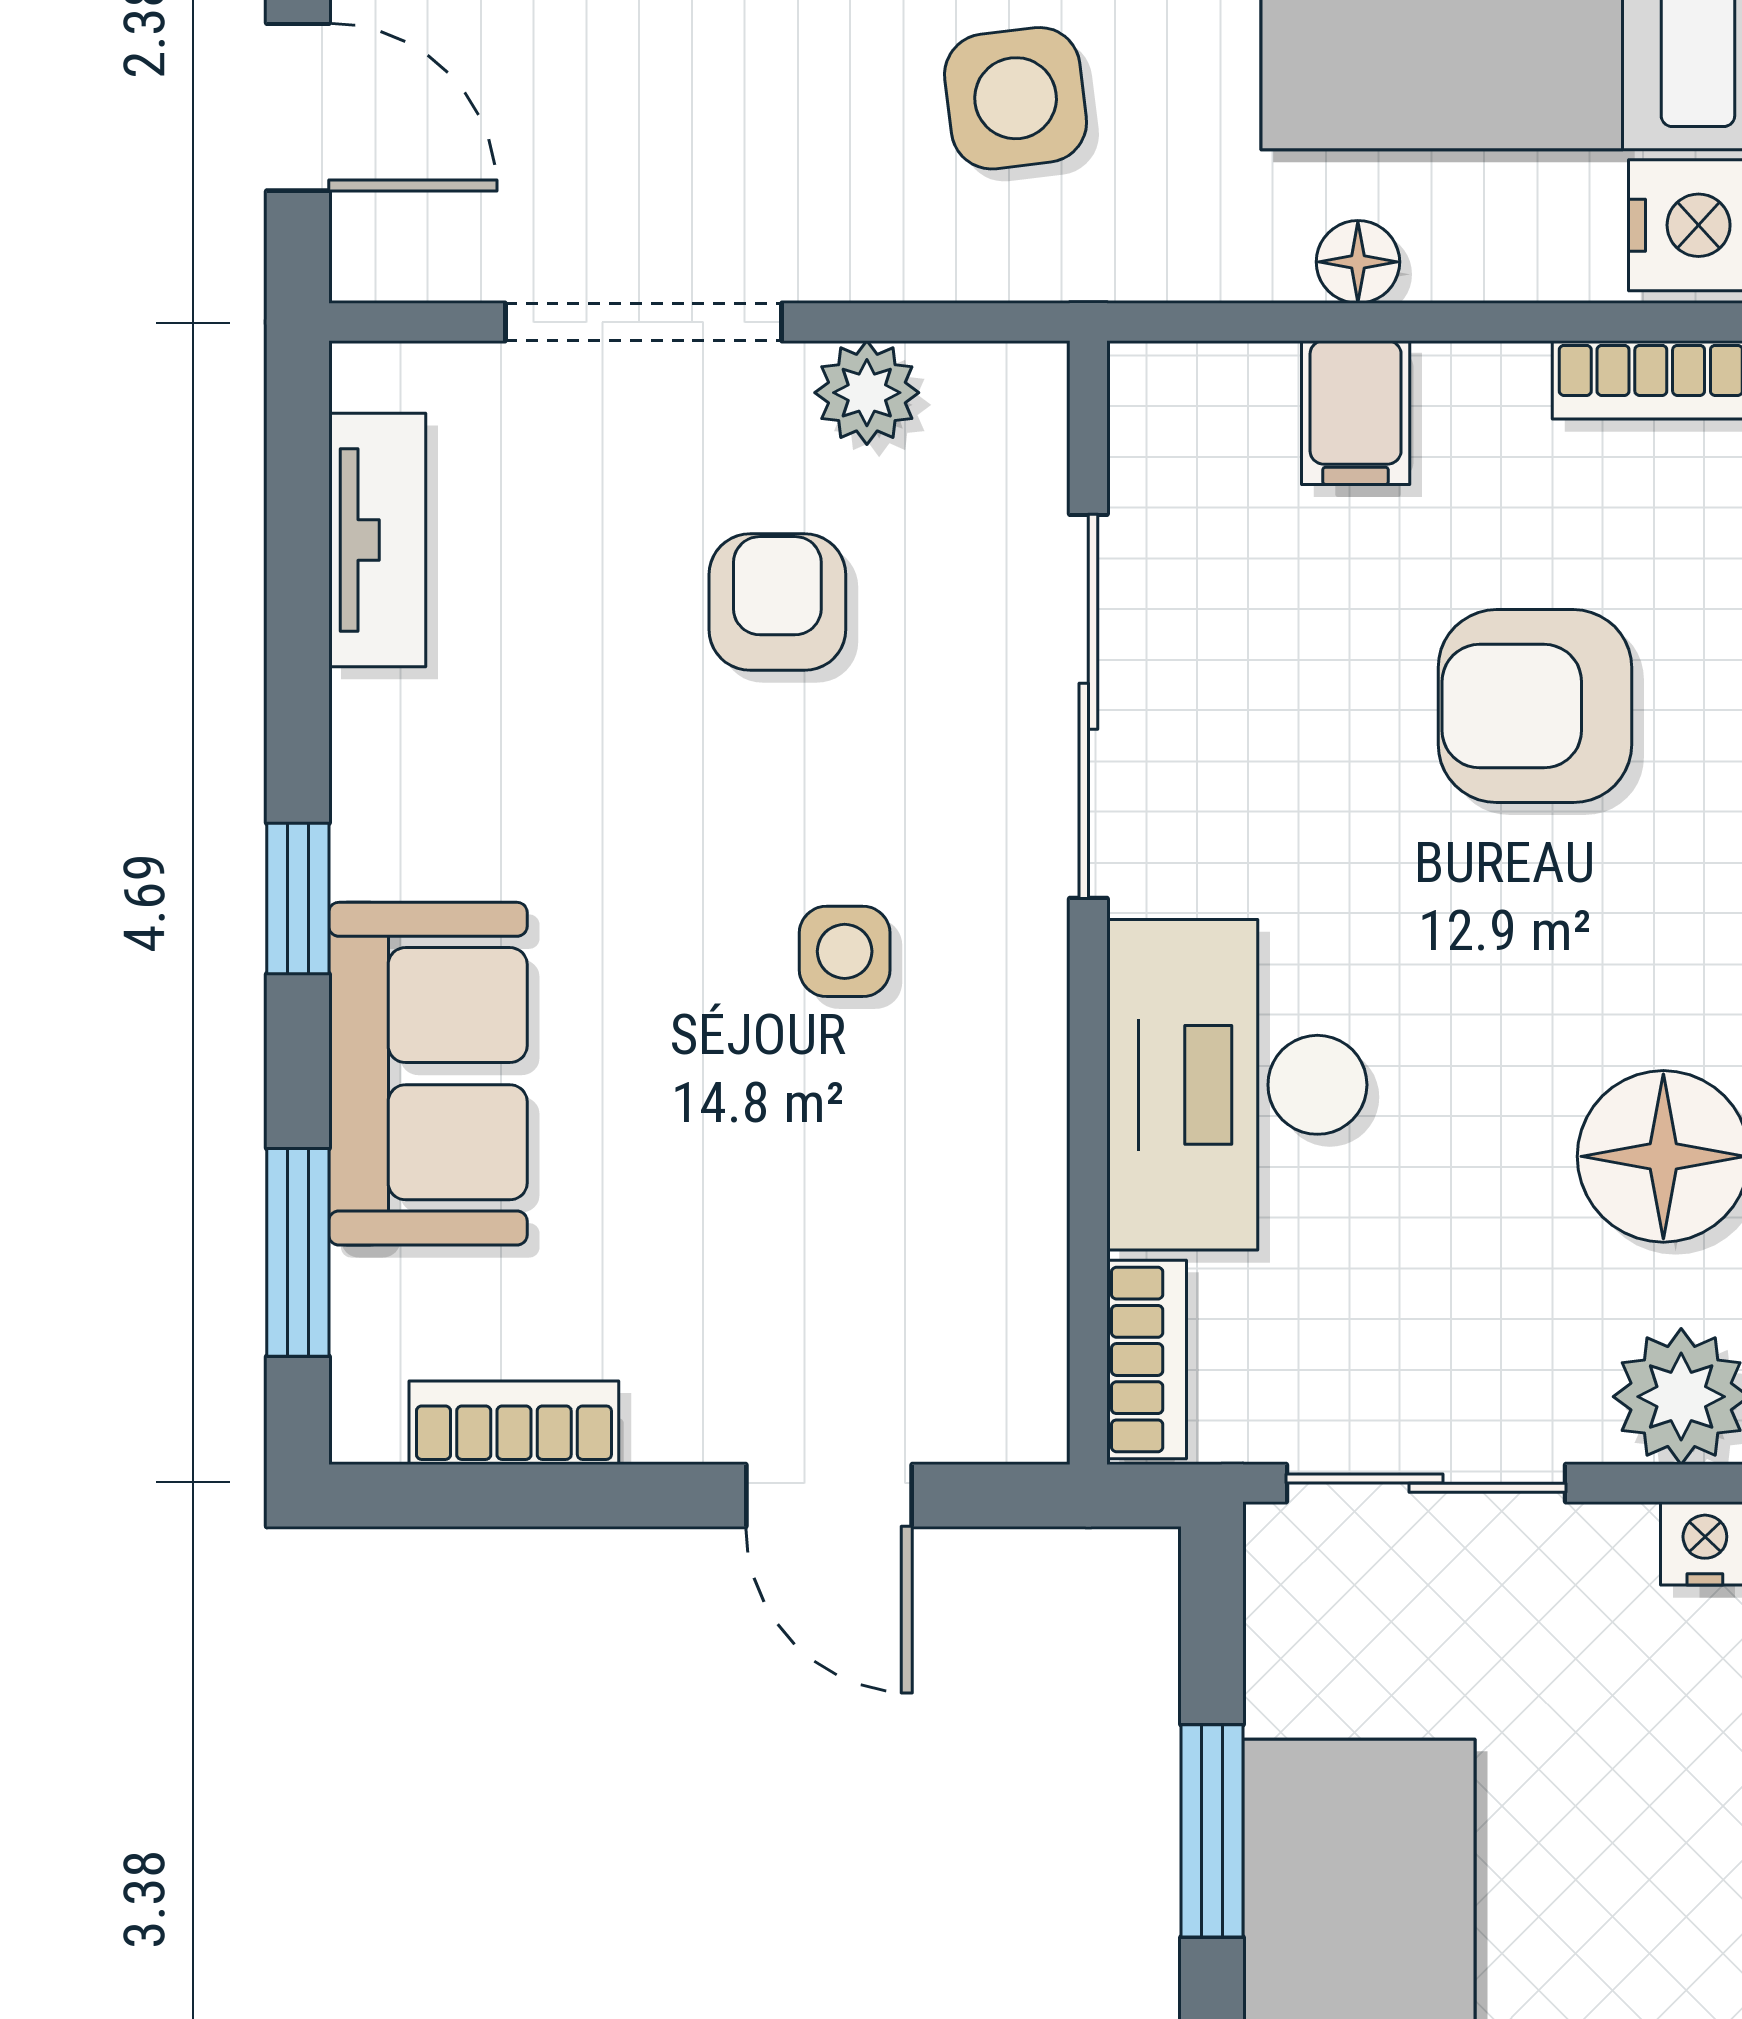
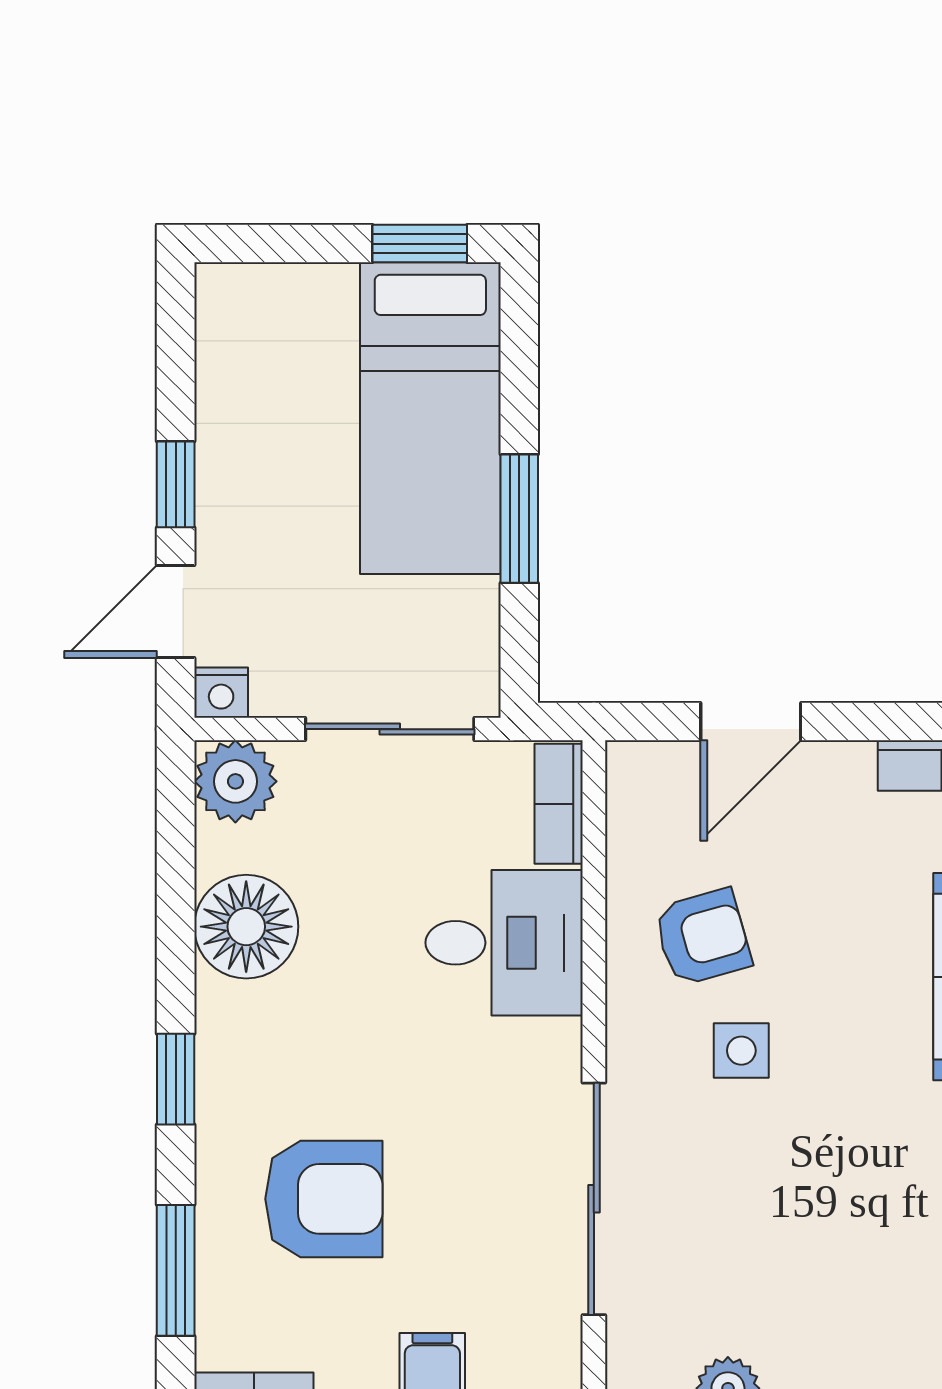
armchair: (777, 602) -> (702, 937), moved, turned -106
desk: (1237, 1085) -> (504, 943), width x0.73
door: (829, 1495) -> (751, 722), swing flipped

